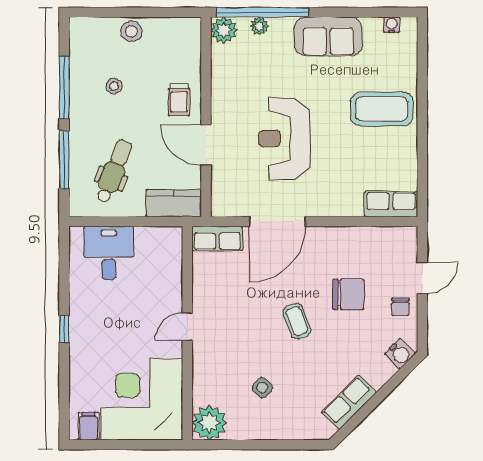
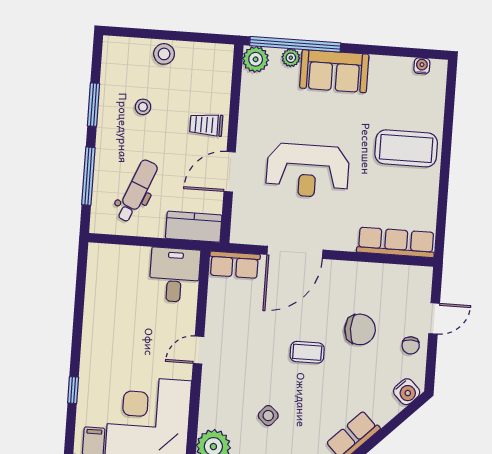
sofa: (328, 36) -> (334, 71), moved
window: (64, 87) -> (94, 105), width x0.69
trolley: (179, 100) -> (206, 125), turned 90
reception desk: (284, 138) -> (308, 171), turned -90
door: (206, 145) -> (230, 172), hinge flipped
row of seats: (391, 204) -> (396, 242), width x1.48
desk: (109, 253) -> (175, 275), moved
coffee table: (297, 321) -> (307, 352), turned -69
window: (64, 329) -> (73, 390), moved

